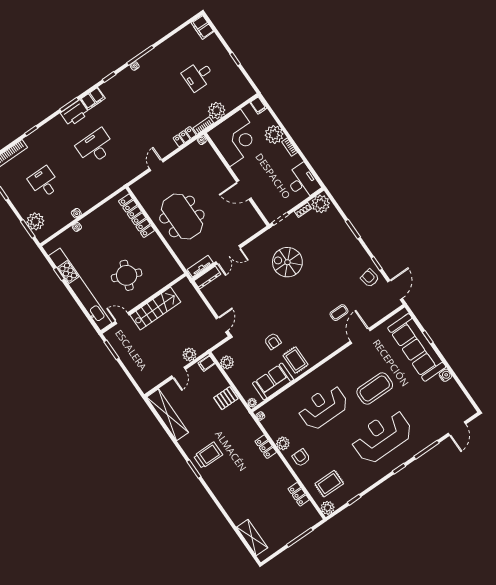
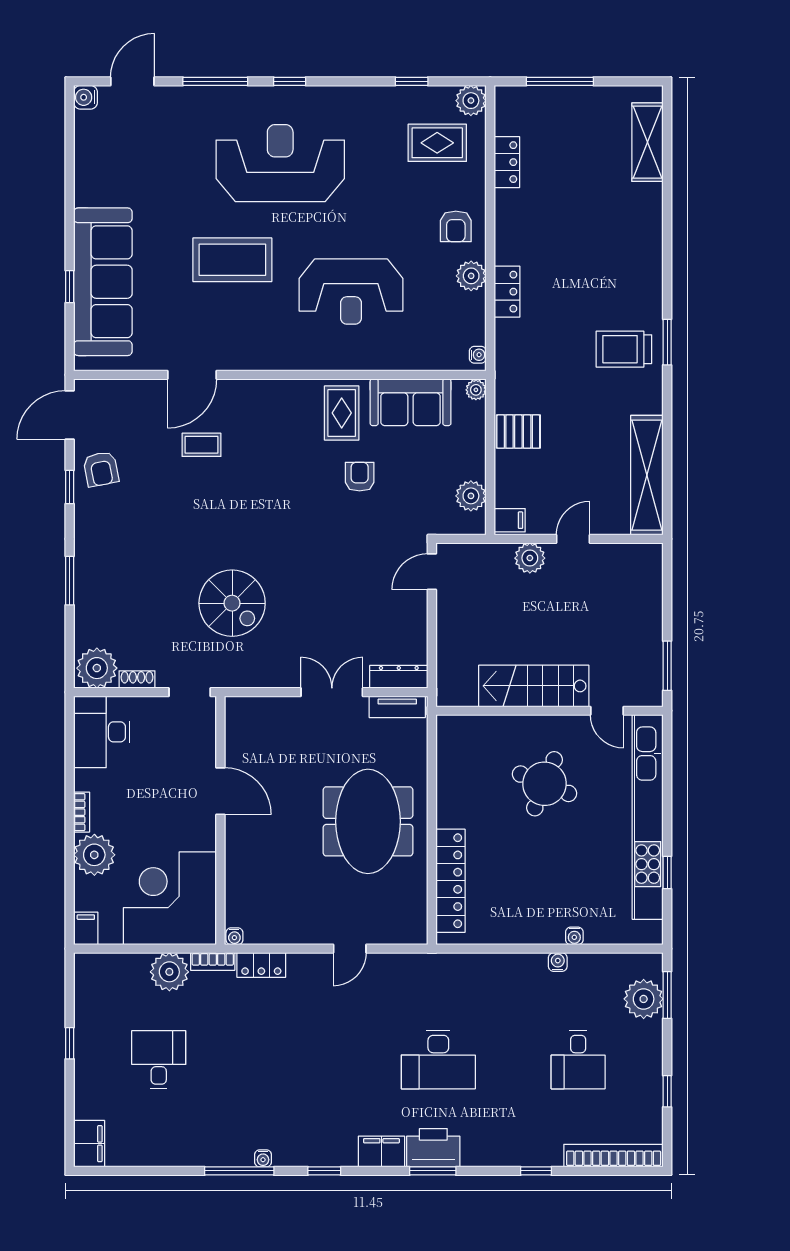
desk: (198, 76) -> (159, 1060), turned -90
water cooler: (445, 375) -> (85, 97), moved
reception desk: (382, 436) -> (280, 163), turned 180

